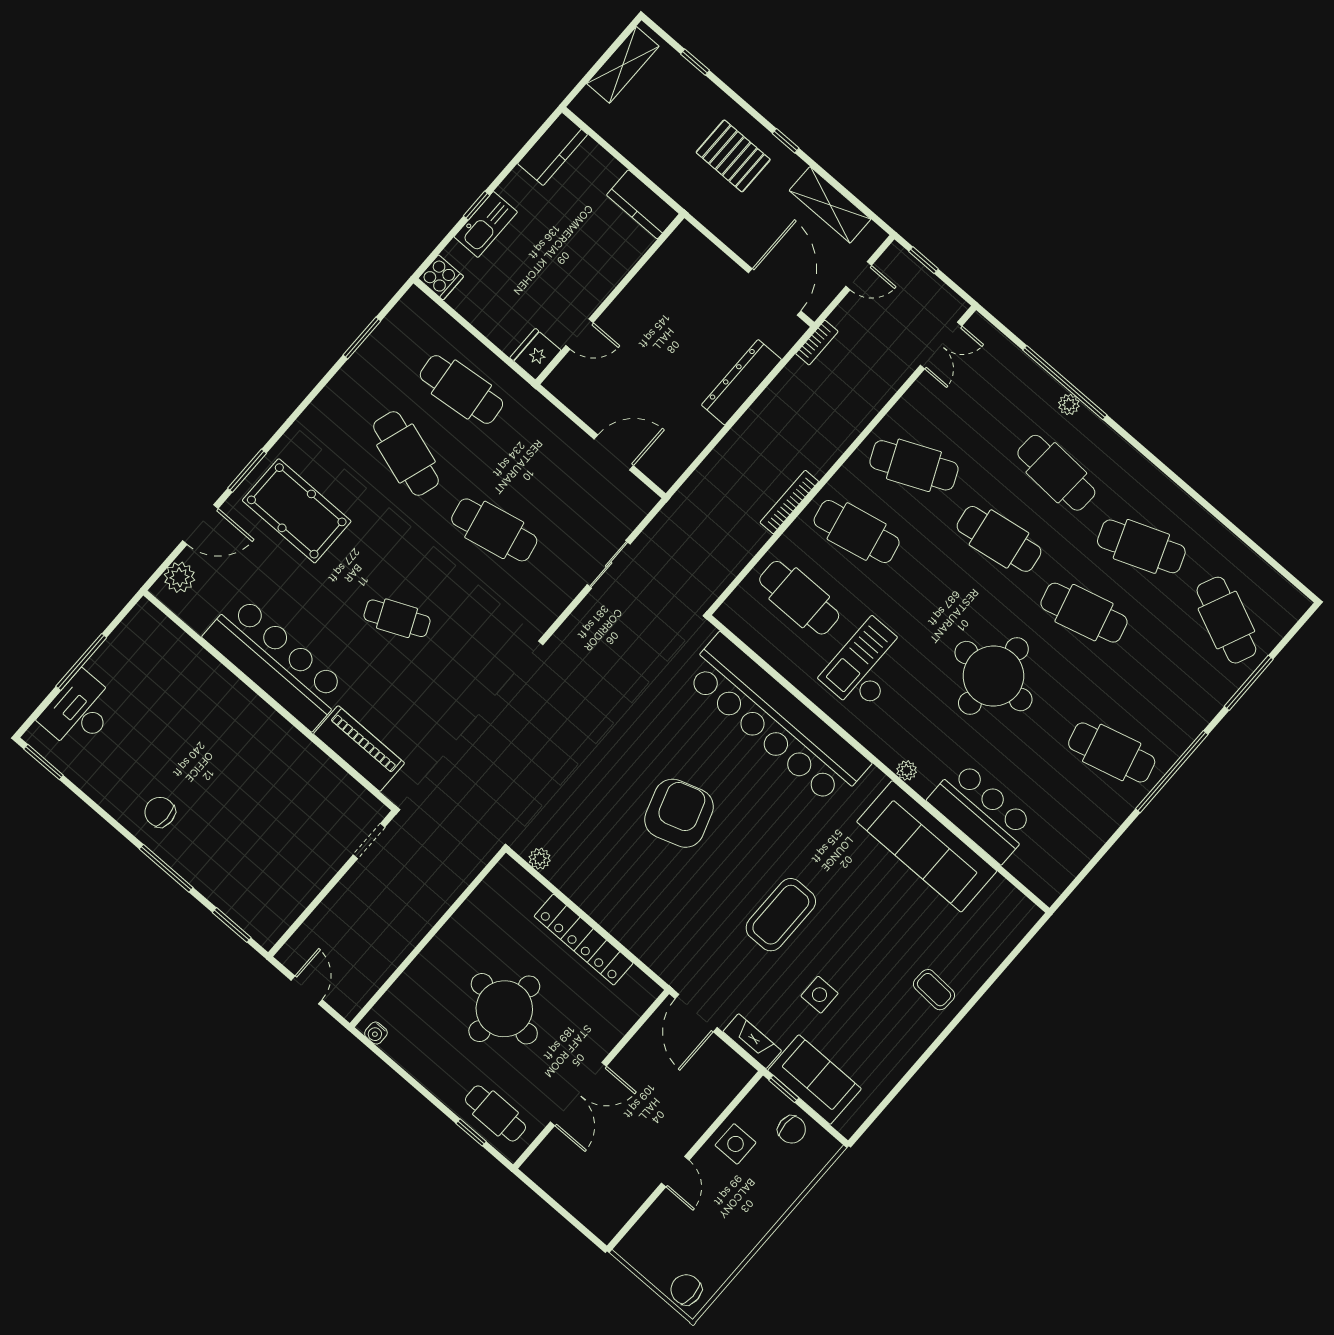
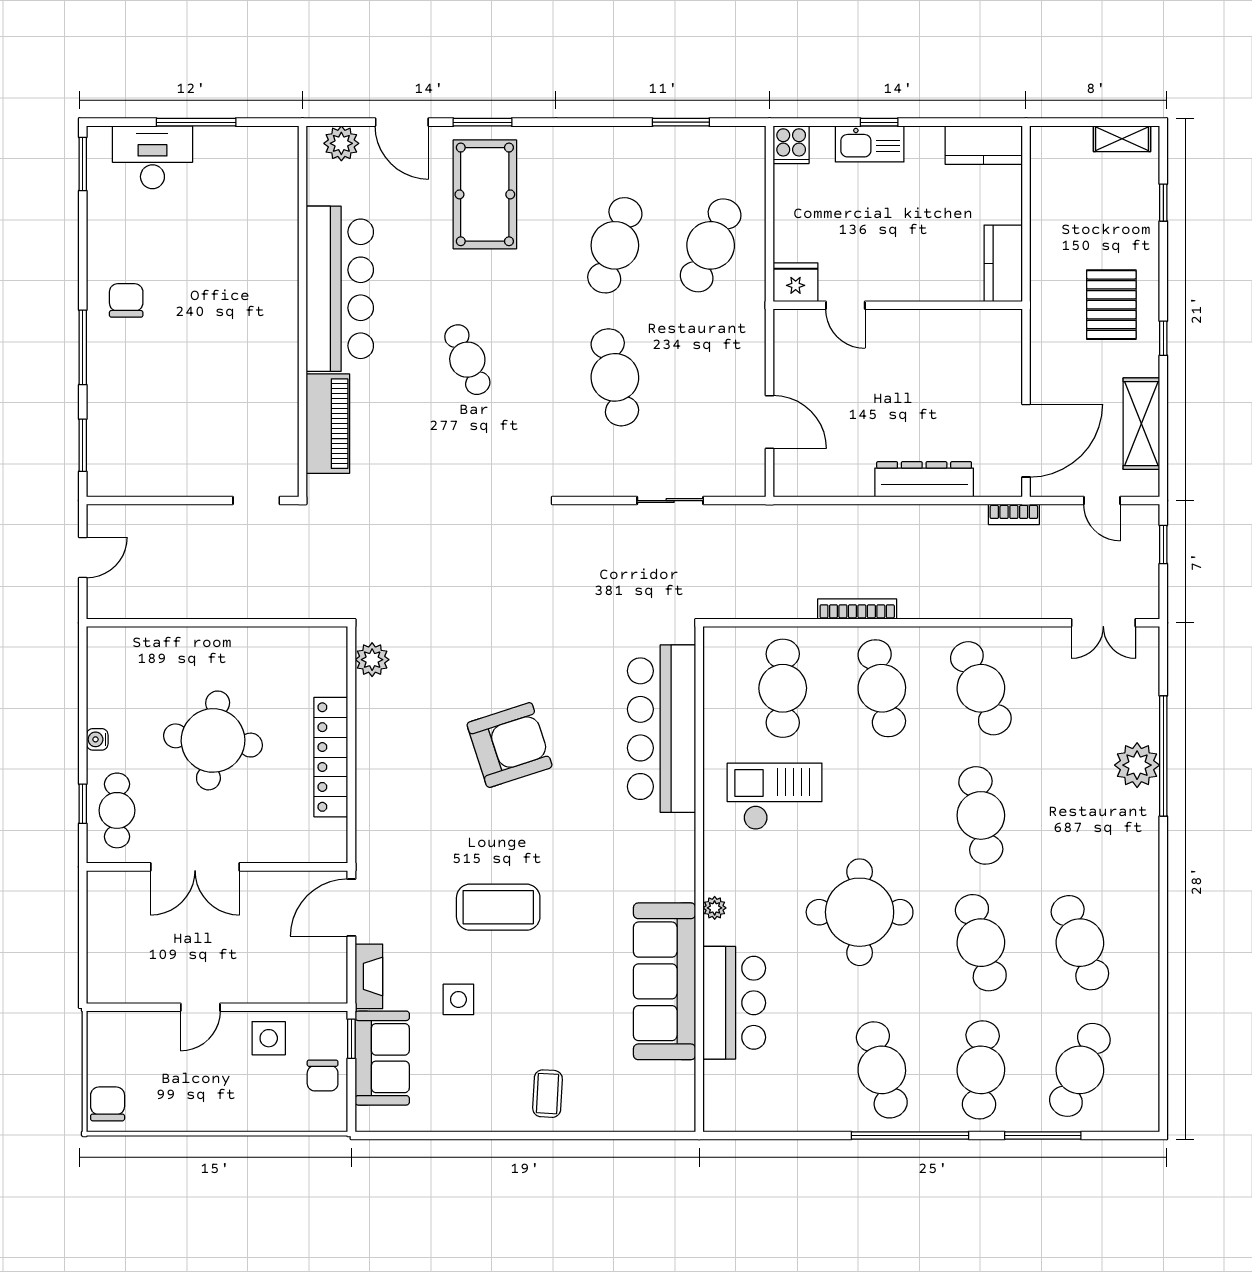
shelving: (623, 65) -> (1122, 139), width x0.67, depth x0.75
cafe table: (461, 389) -> (711, 245), turned 30
plant: (1069, 404) -> (1137, 765), width x1.88, depth x1.88
cafe table: (1056, 473) -> (981, 1070), moved
bar counter: (776, 720) -> (662, 729), width x0.73
plant: (540, 859) -> (372, 660), width x1.38, depth x1.38
water cooler: (376, 1033) -> (97, 739), moved

